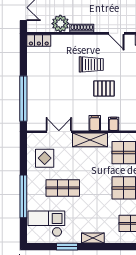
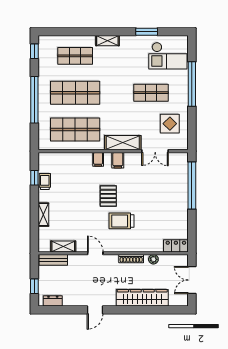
plant: (60, 24) -> (153, 259), width x0.53, depth x0.53
pallet: (104, 89) -> (108, 196), turned 90
shelving: (93, 238) -> (107, 41), moved

